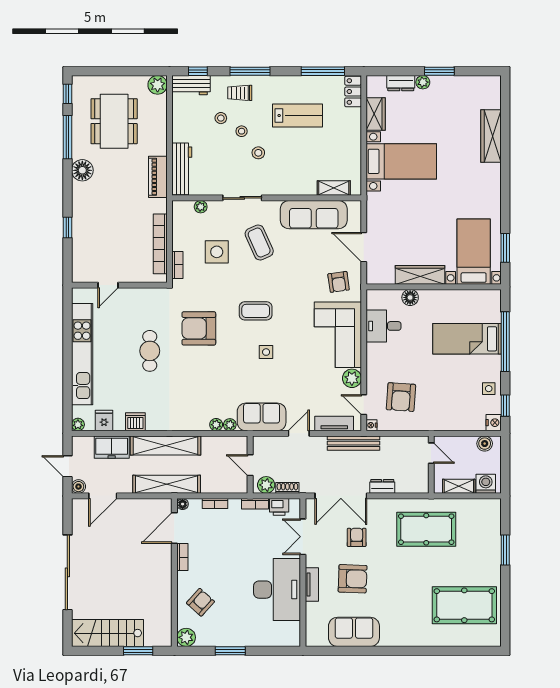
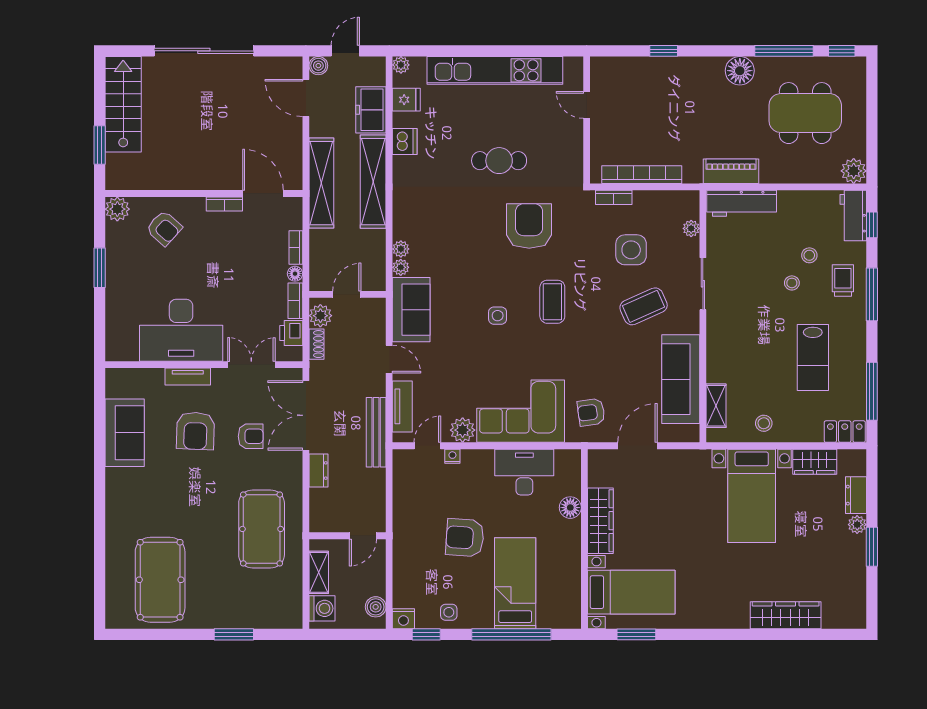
stool: (258, 153) -> (764, 423), moved
desk: (384, 326) -> (524, 472), width x1.37
armchair: (401, 397) -> (465, 538), moved
nightstand: (372, 425) -> (452, 456), moved
floor lamp: (183, 504) -> (295, 274), moved

